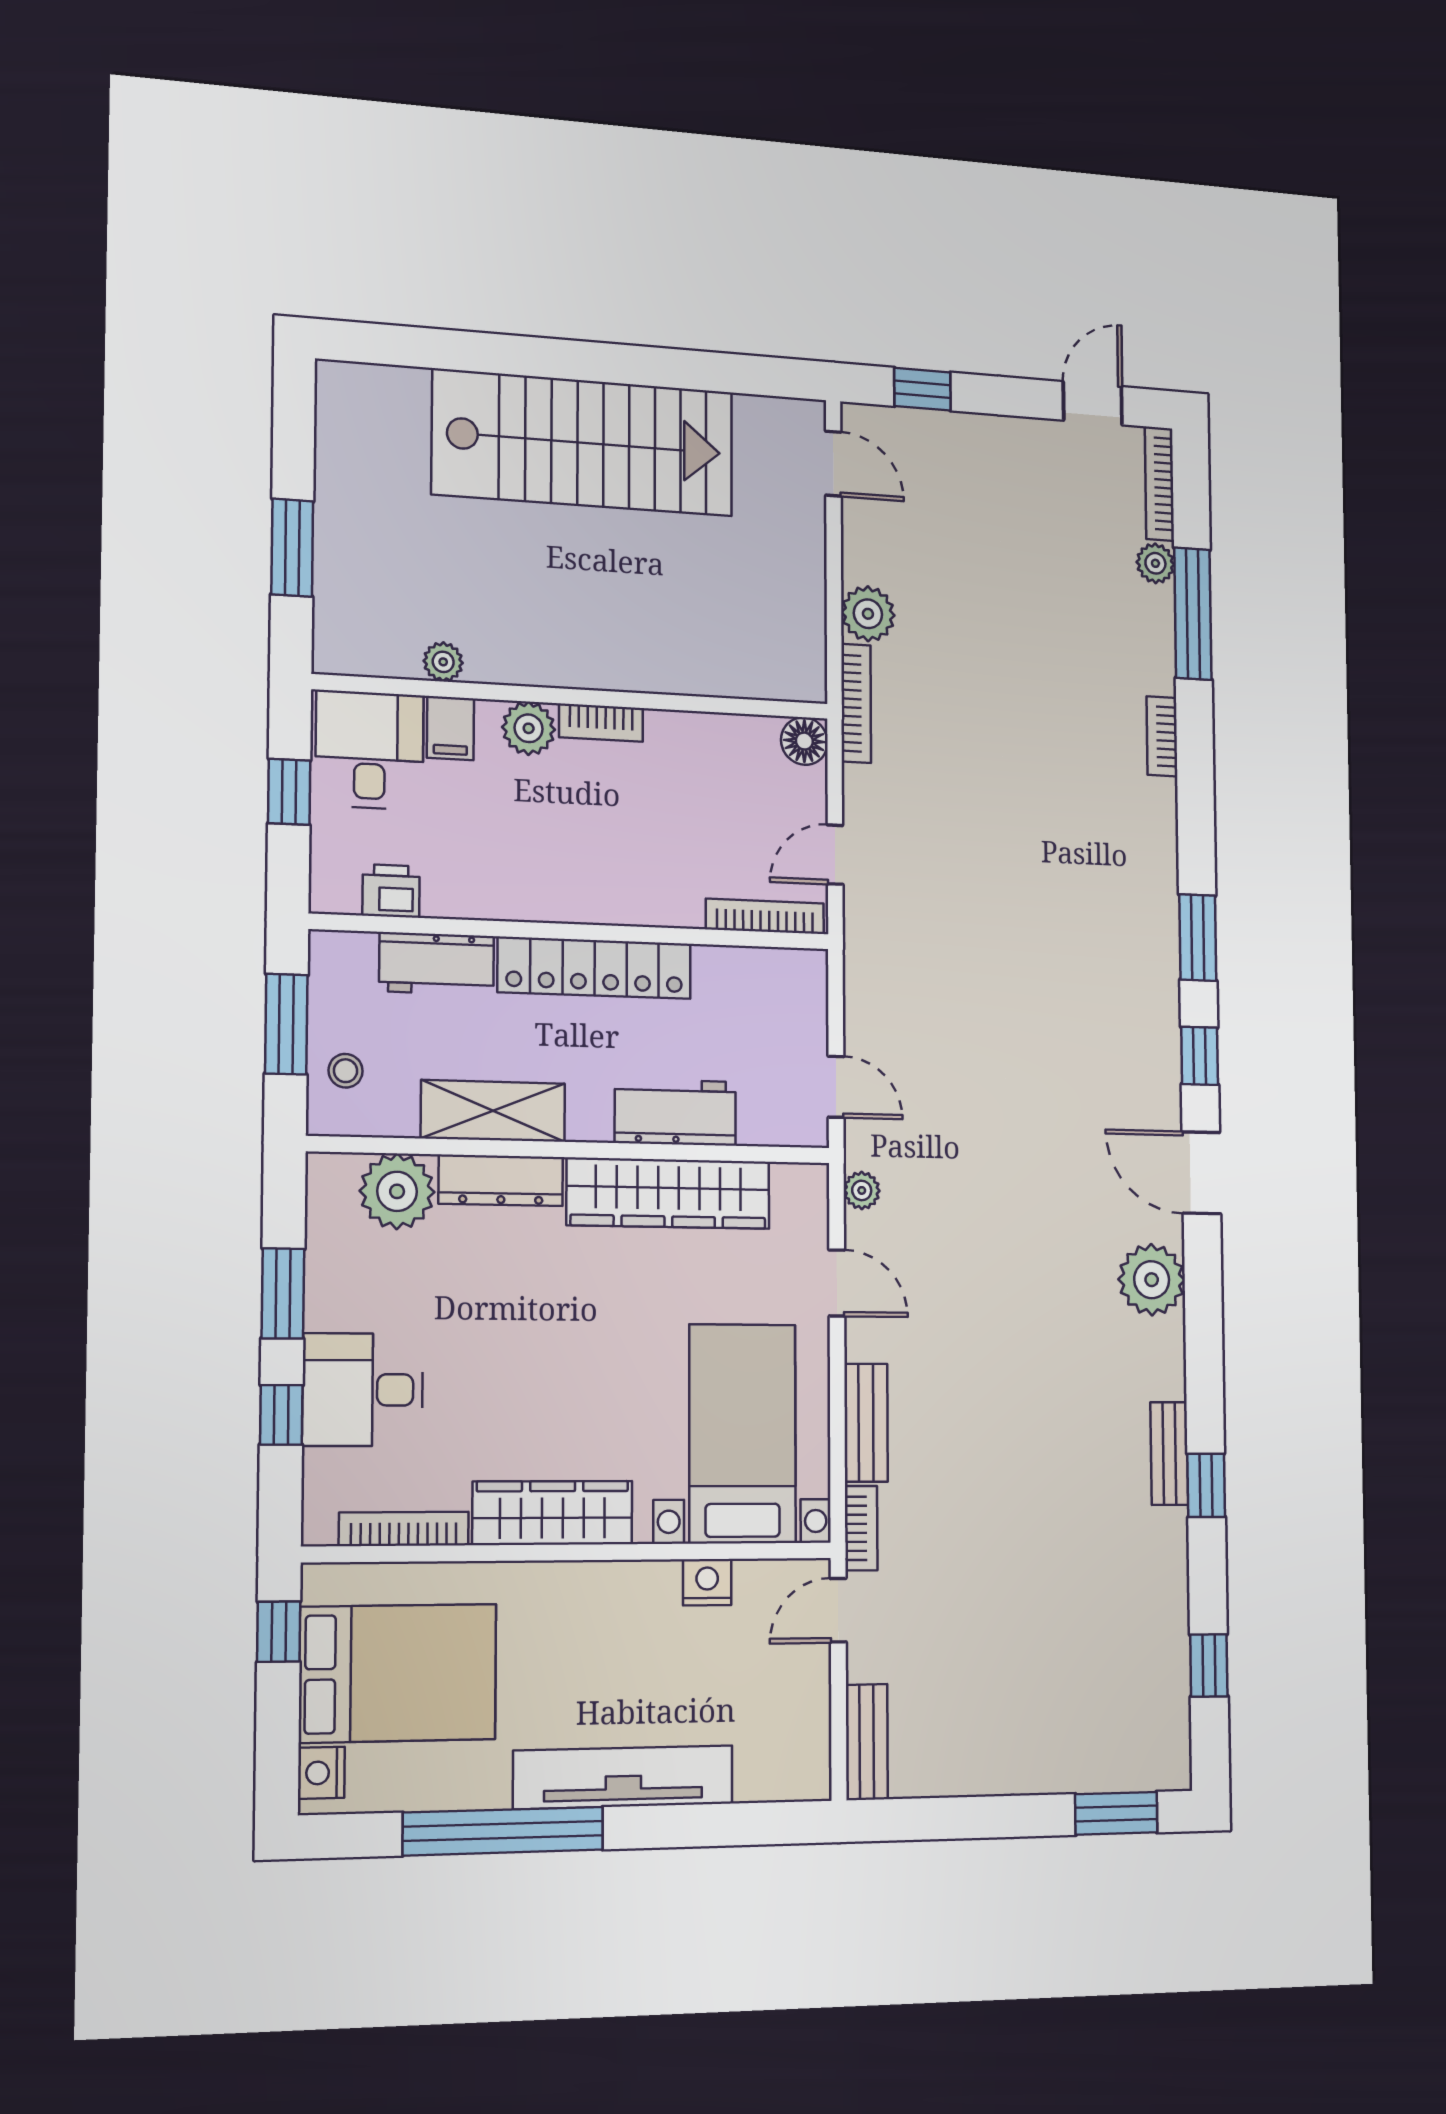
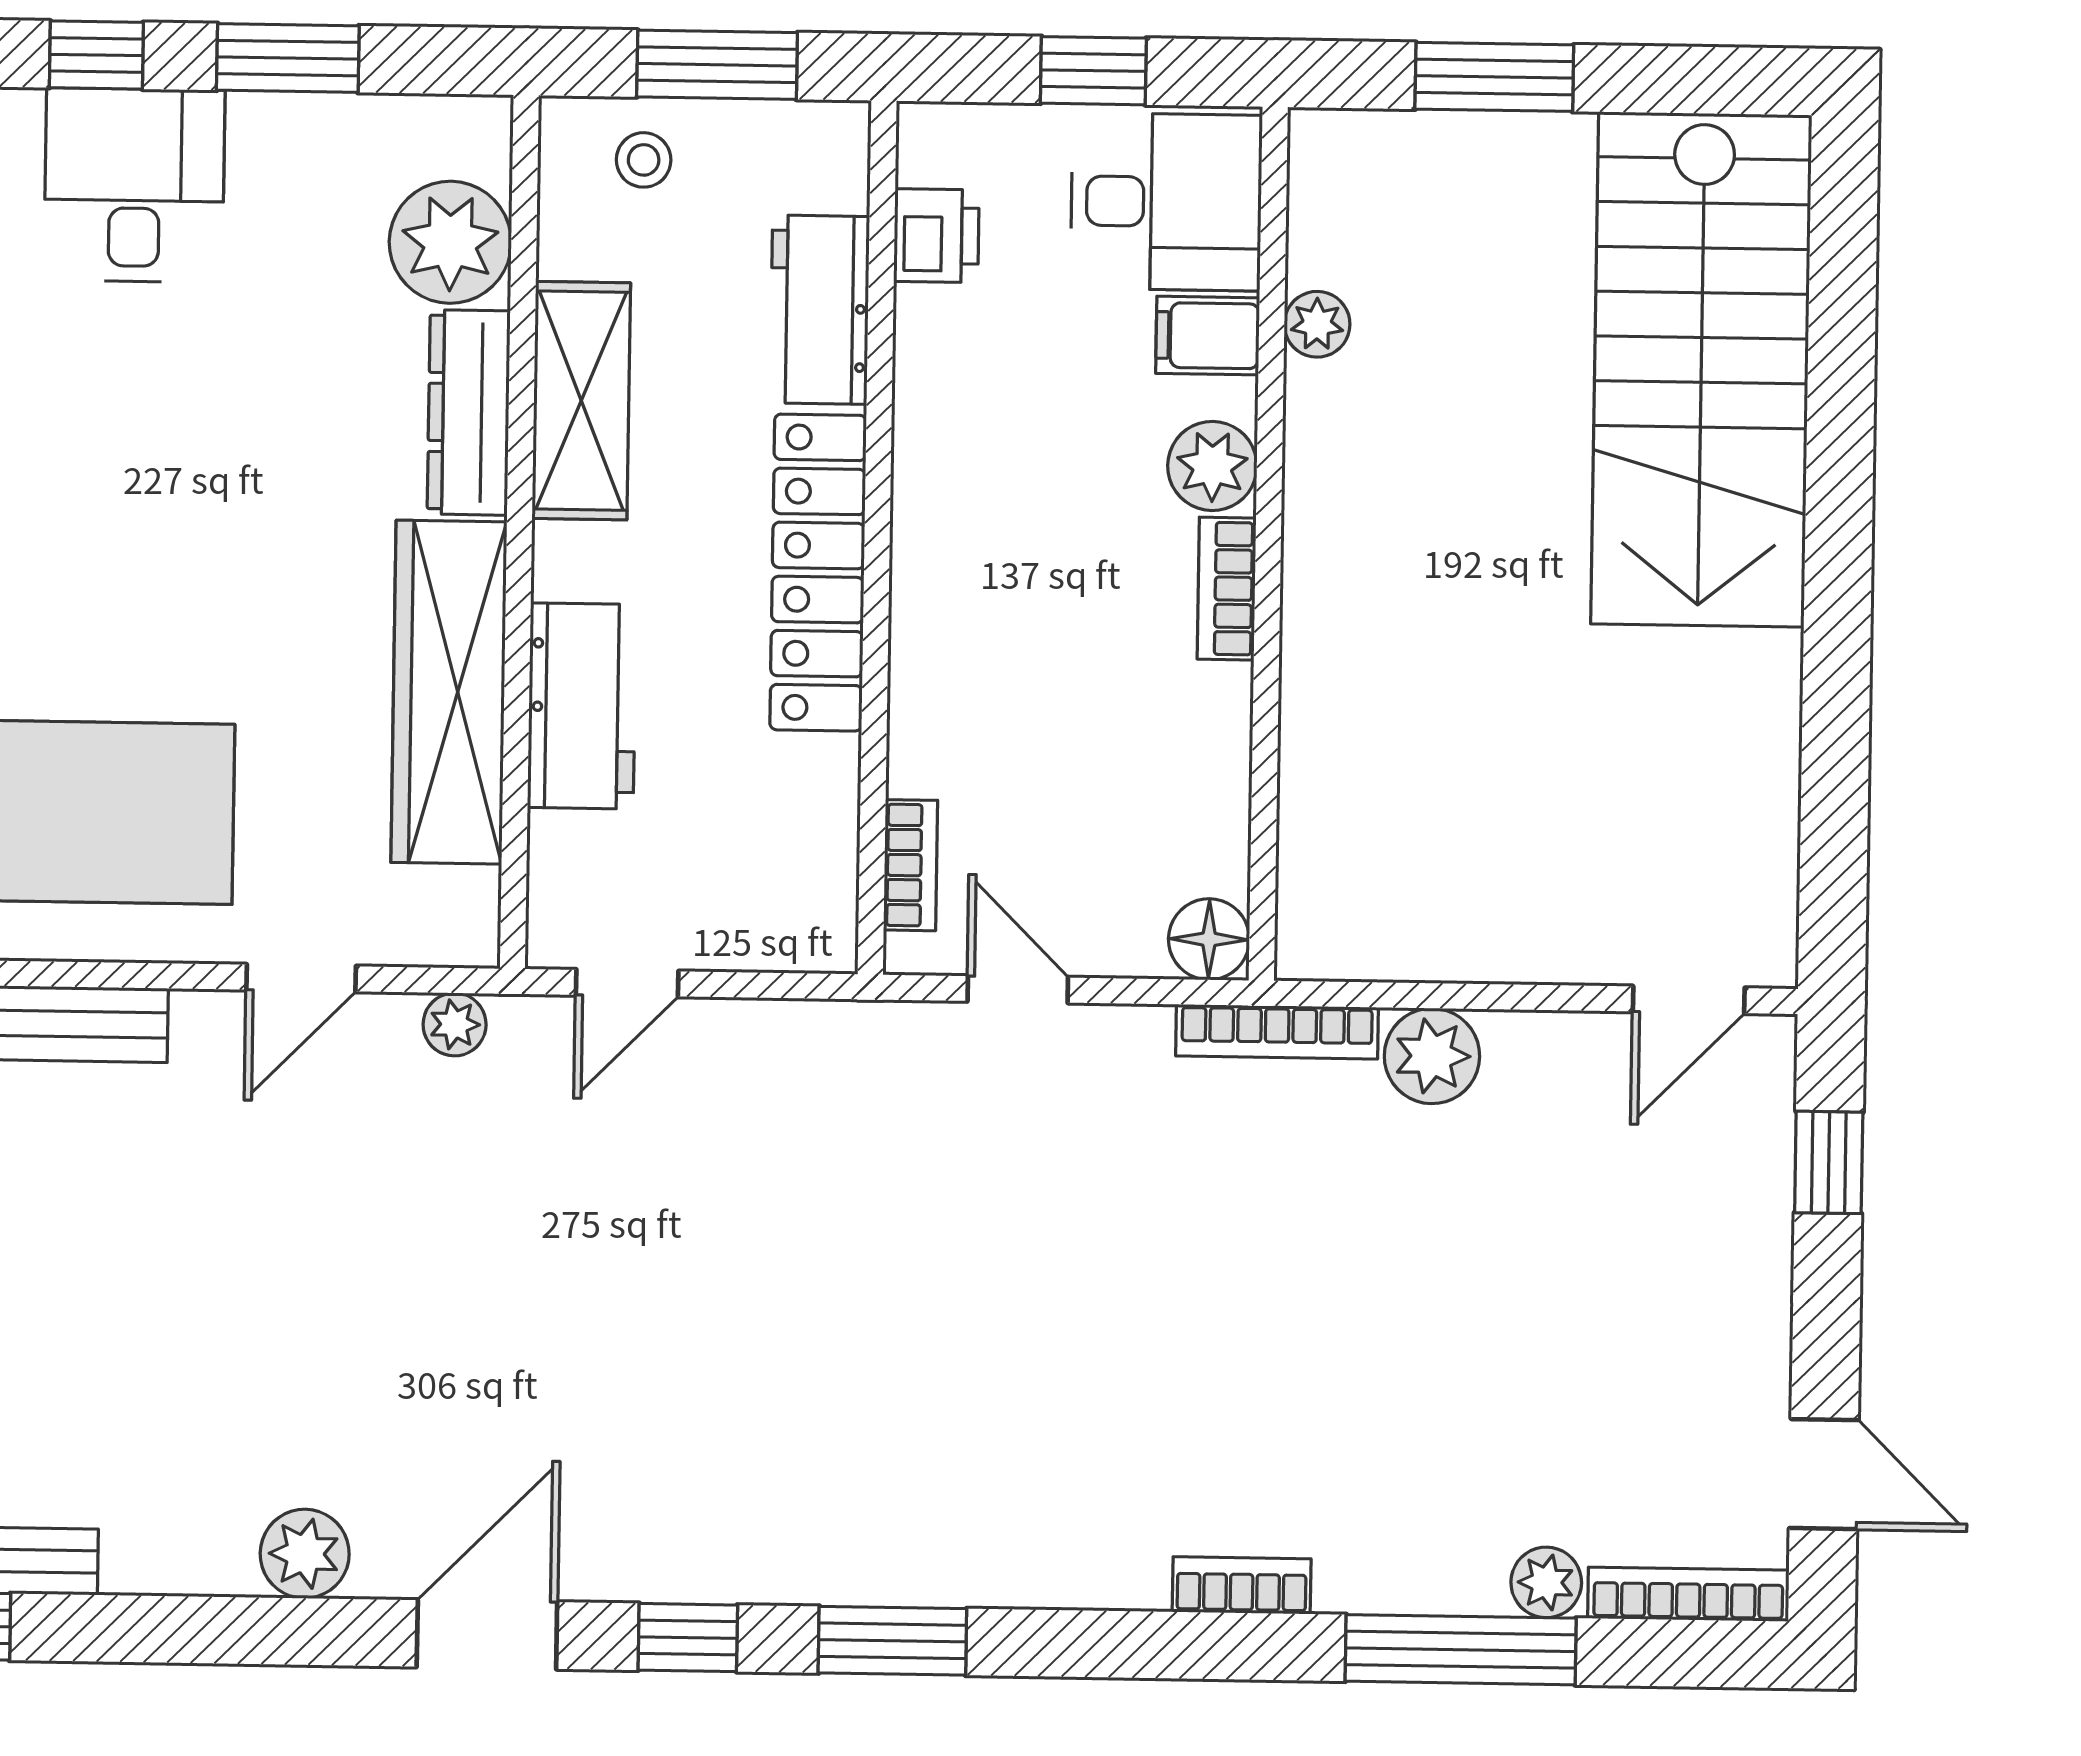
stairs: (583, 443) -> (1701, 370), moved
bookcase: (765, 916) -> (911, 865), width x0.64
plant: (1152, 1280) -> (305, 1554), width x0.73, depth x0.73

